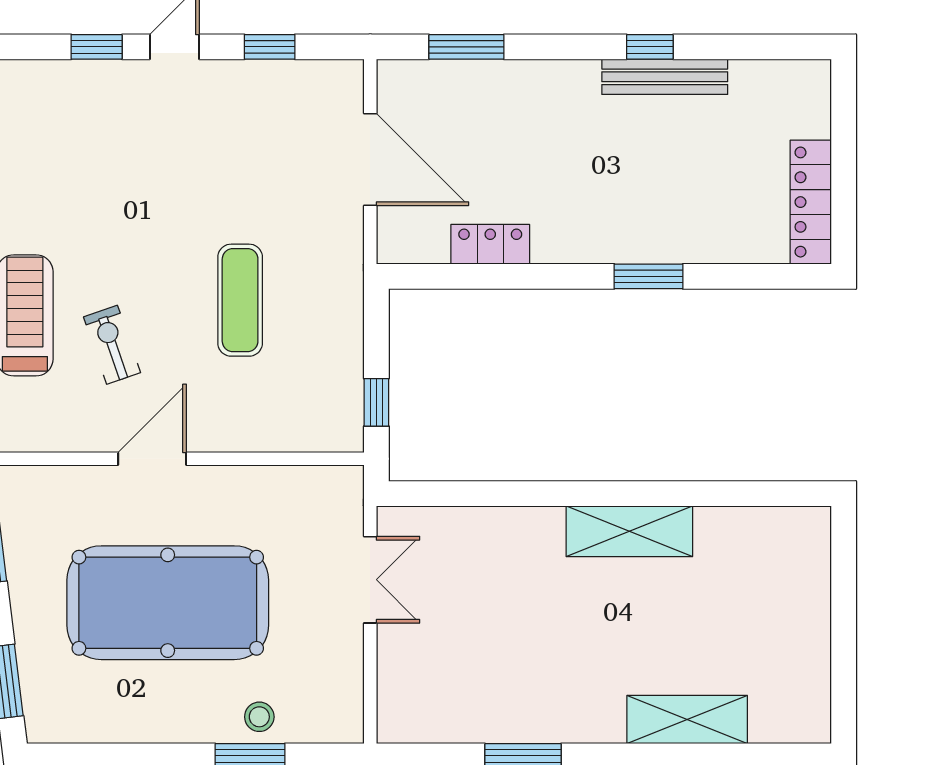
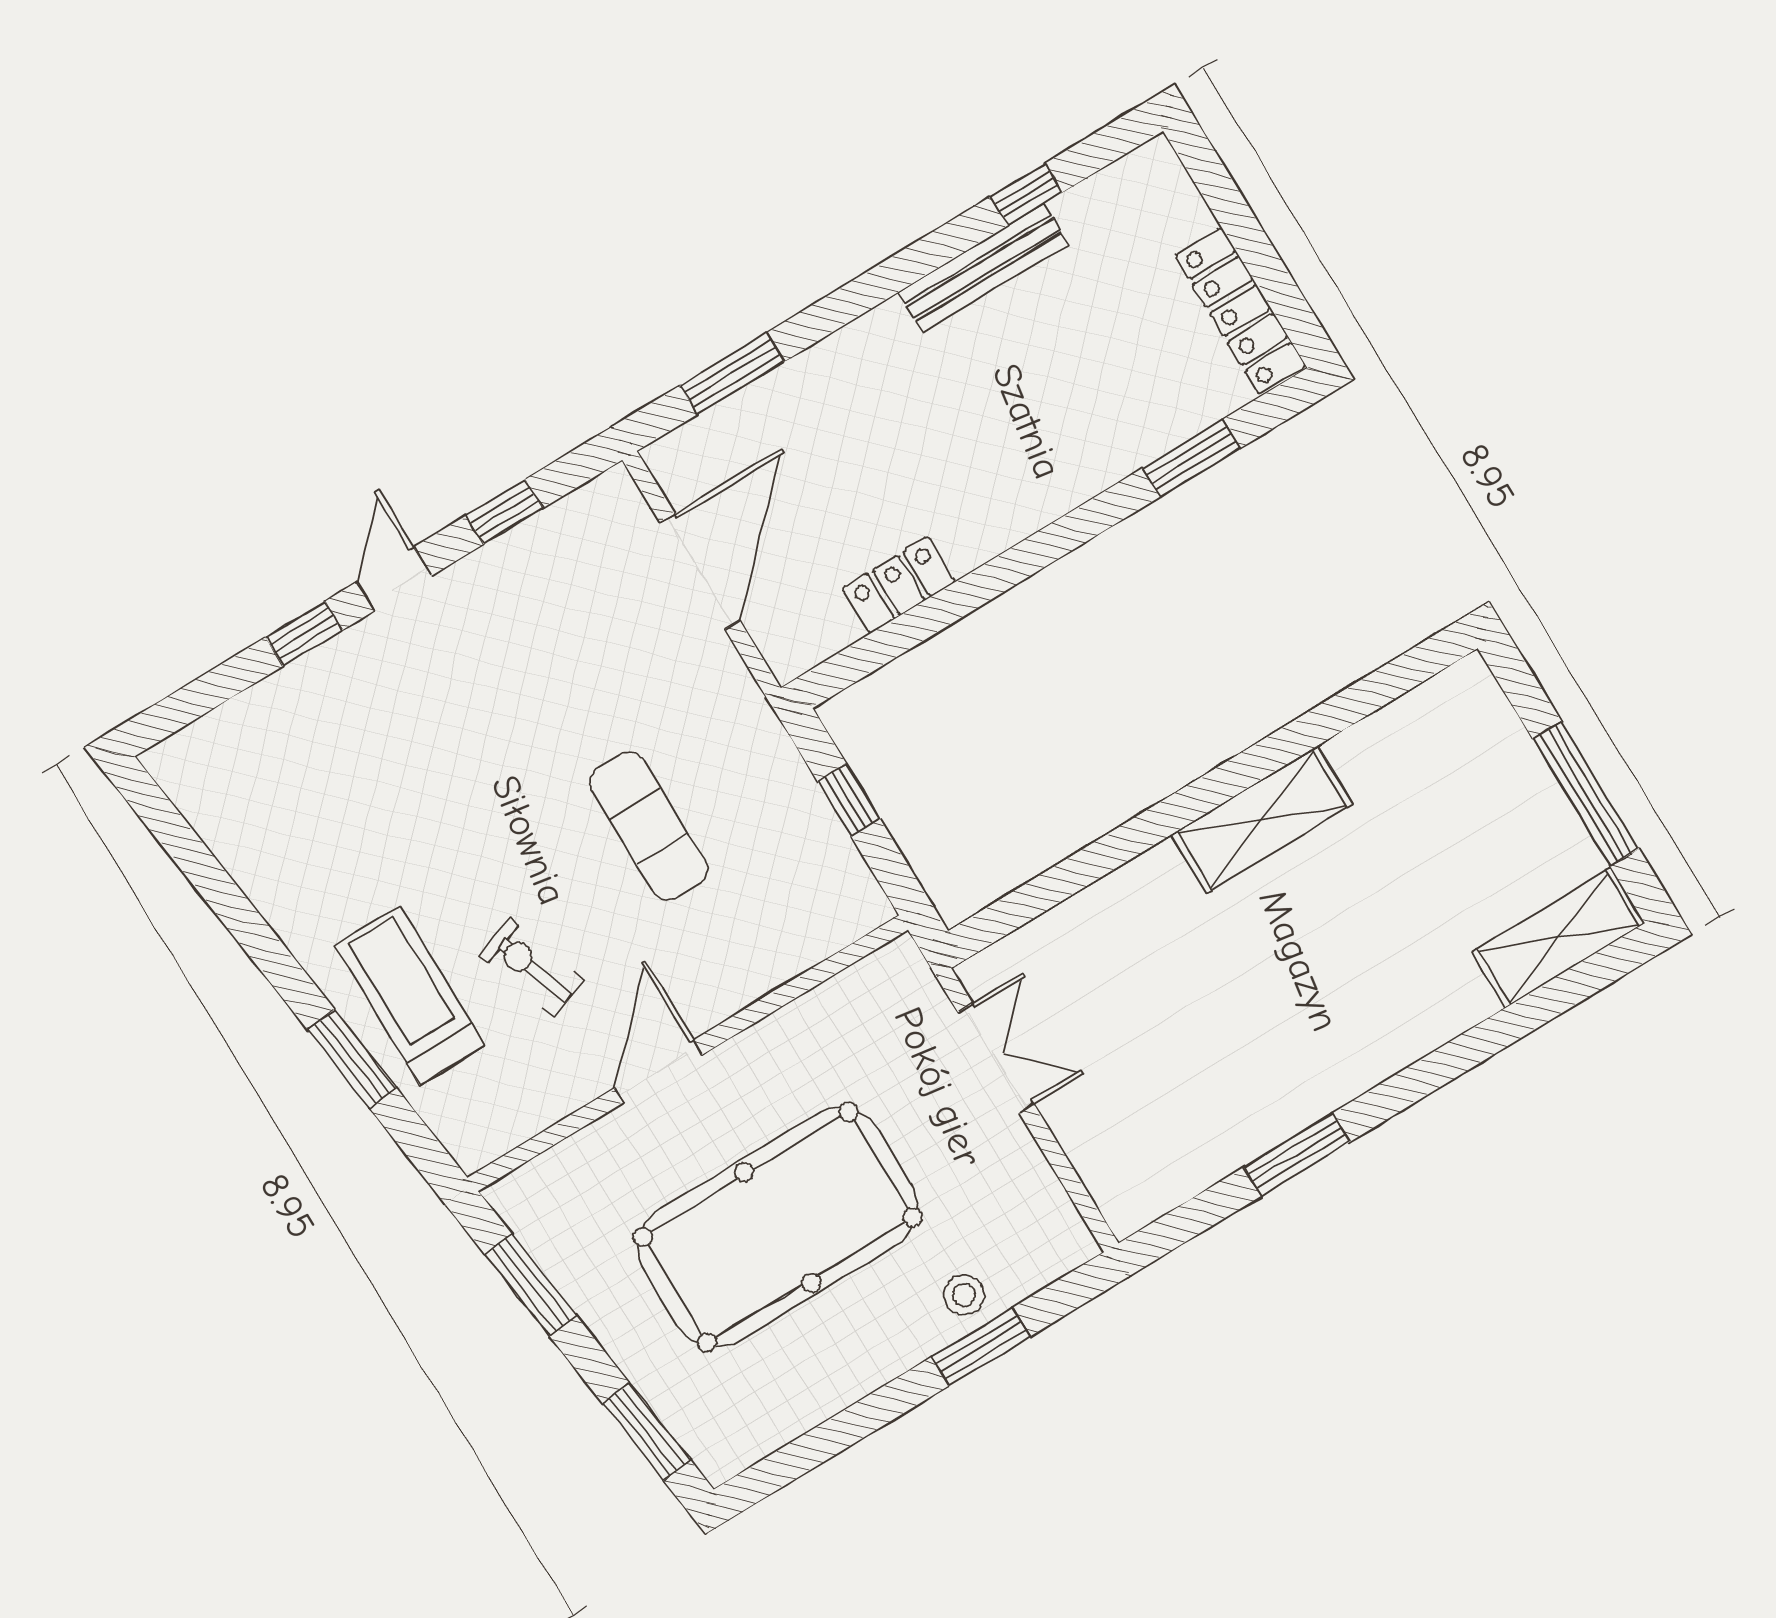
window: (650, 47) -> (1026, 194), moved
door: (370, 159) -> (700, 571), hinge flipped
window: (648, 276) -> (1192, 458), moved
window: (376, 402) -> (849, 800), moved
window: (844, 639) -> (1586, 794), added
shelving: (687, 719) -> (1558, 938), moved

